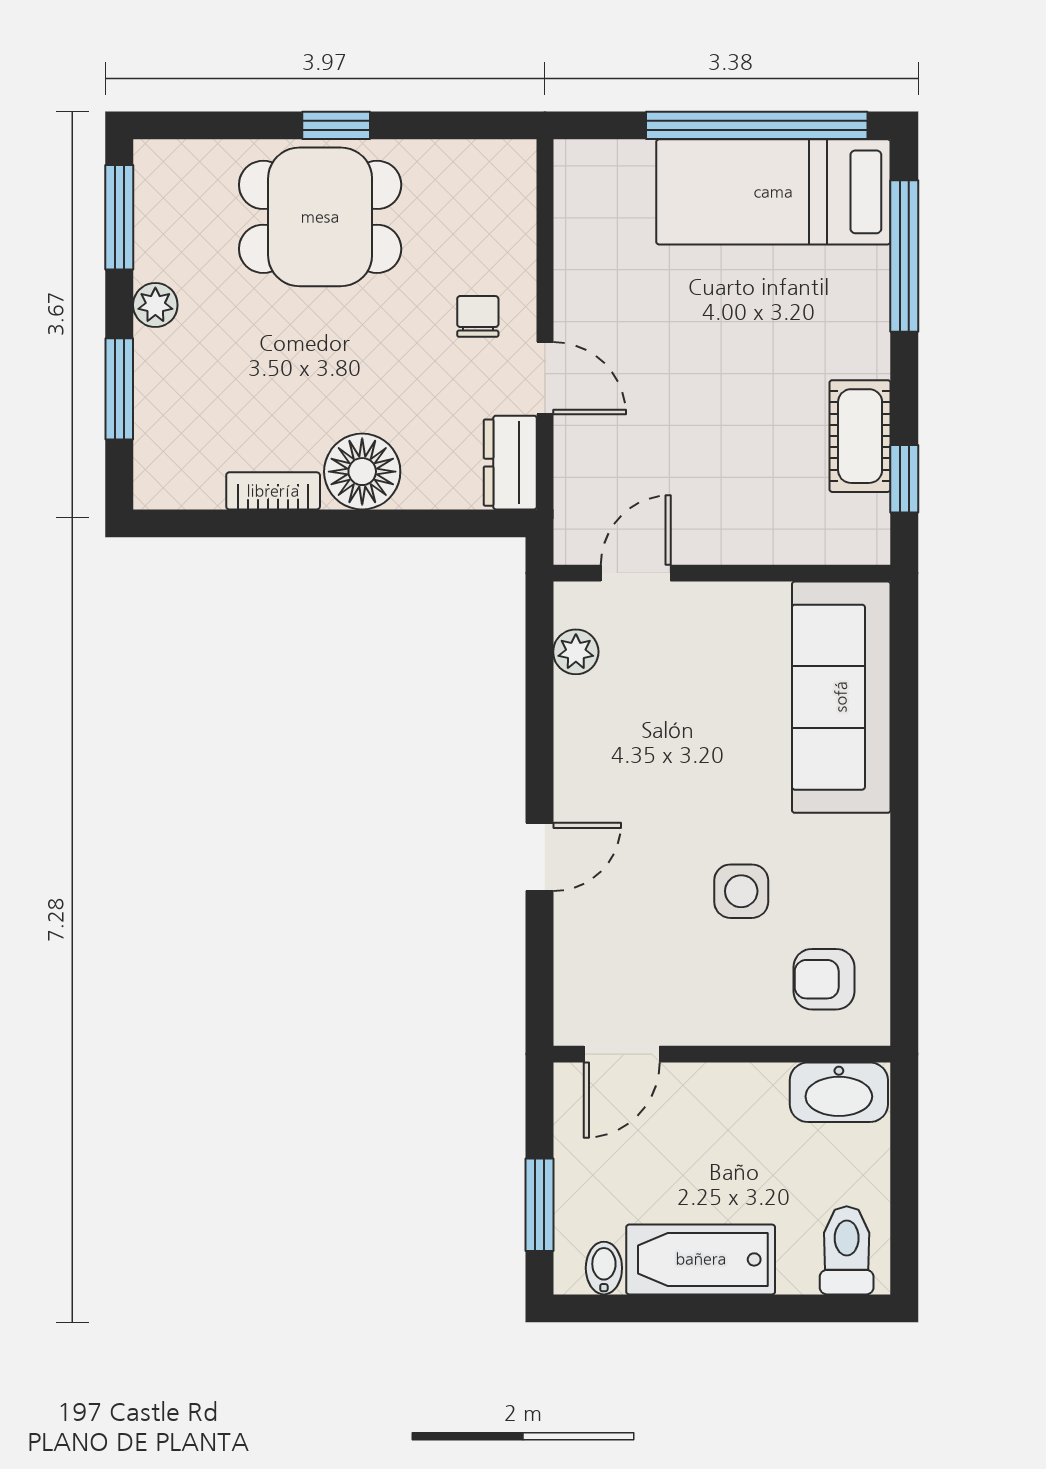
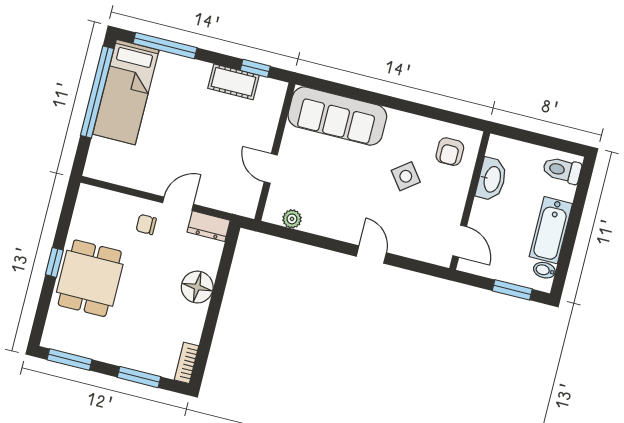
plant: (155, 305) -> (109, 354), removed
bookcase: (273, 491) -> (186, 363), moved
door: (636, 573) -> (271, 168), moved
side table: (741, 891) -> (406, 176), turned -37
washbasin: (839, 1092) -> (492, 179), moved

